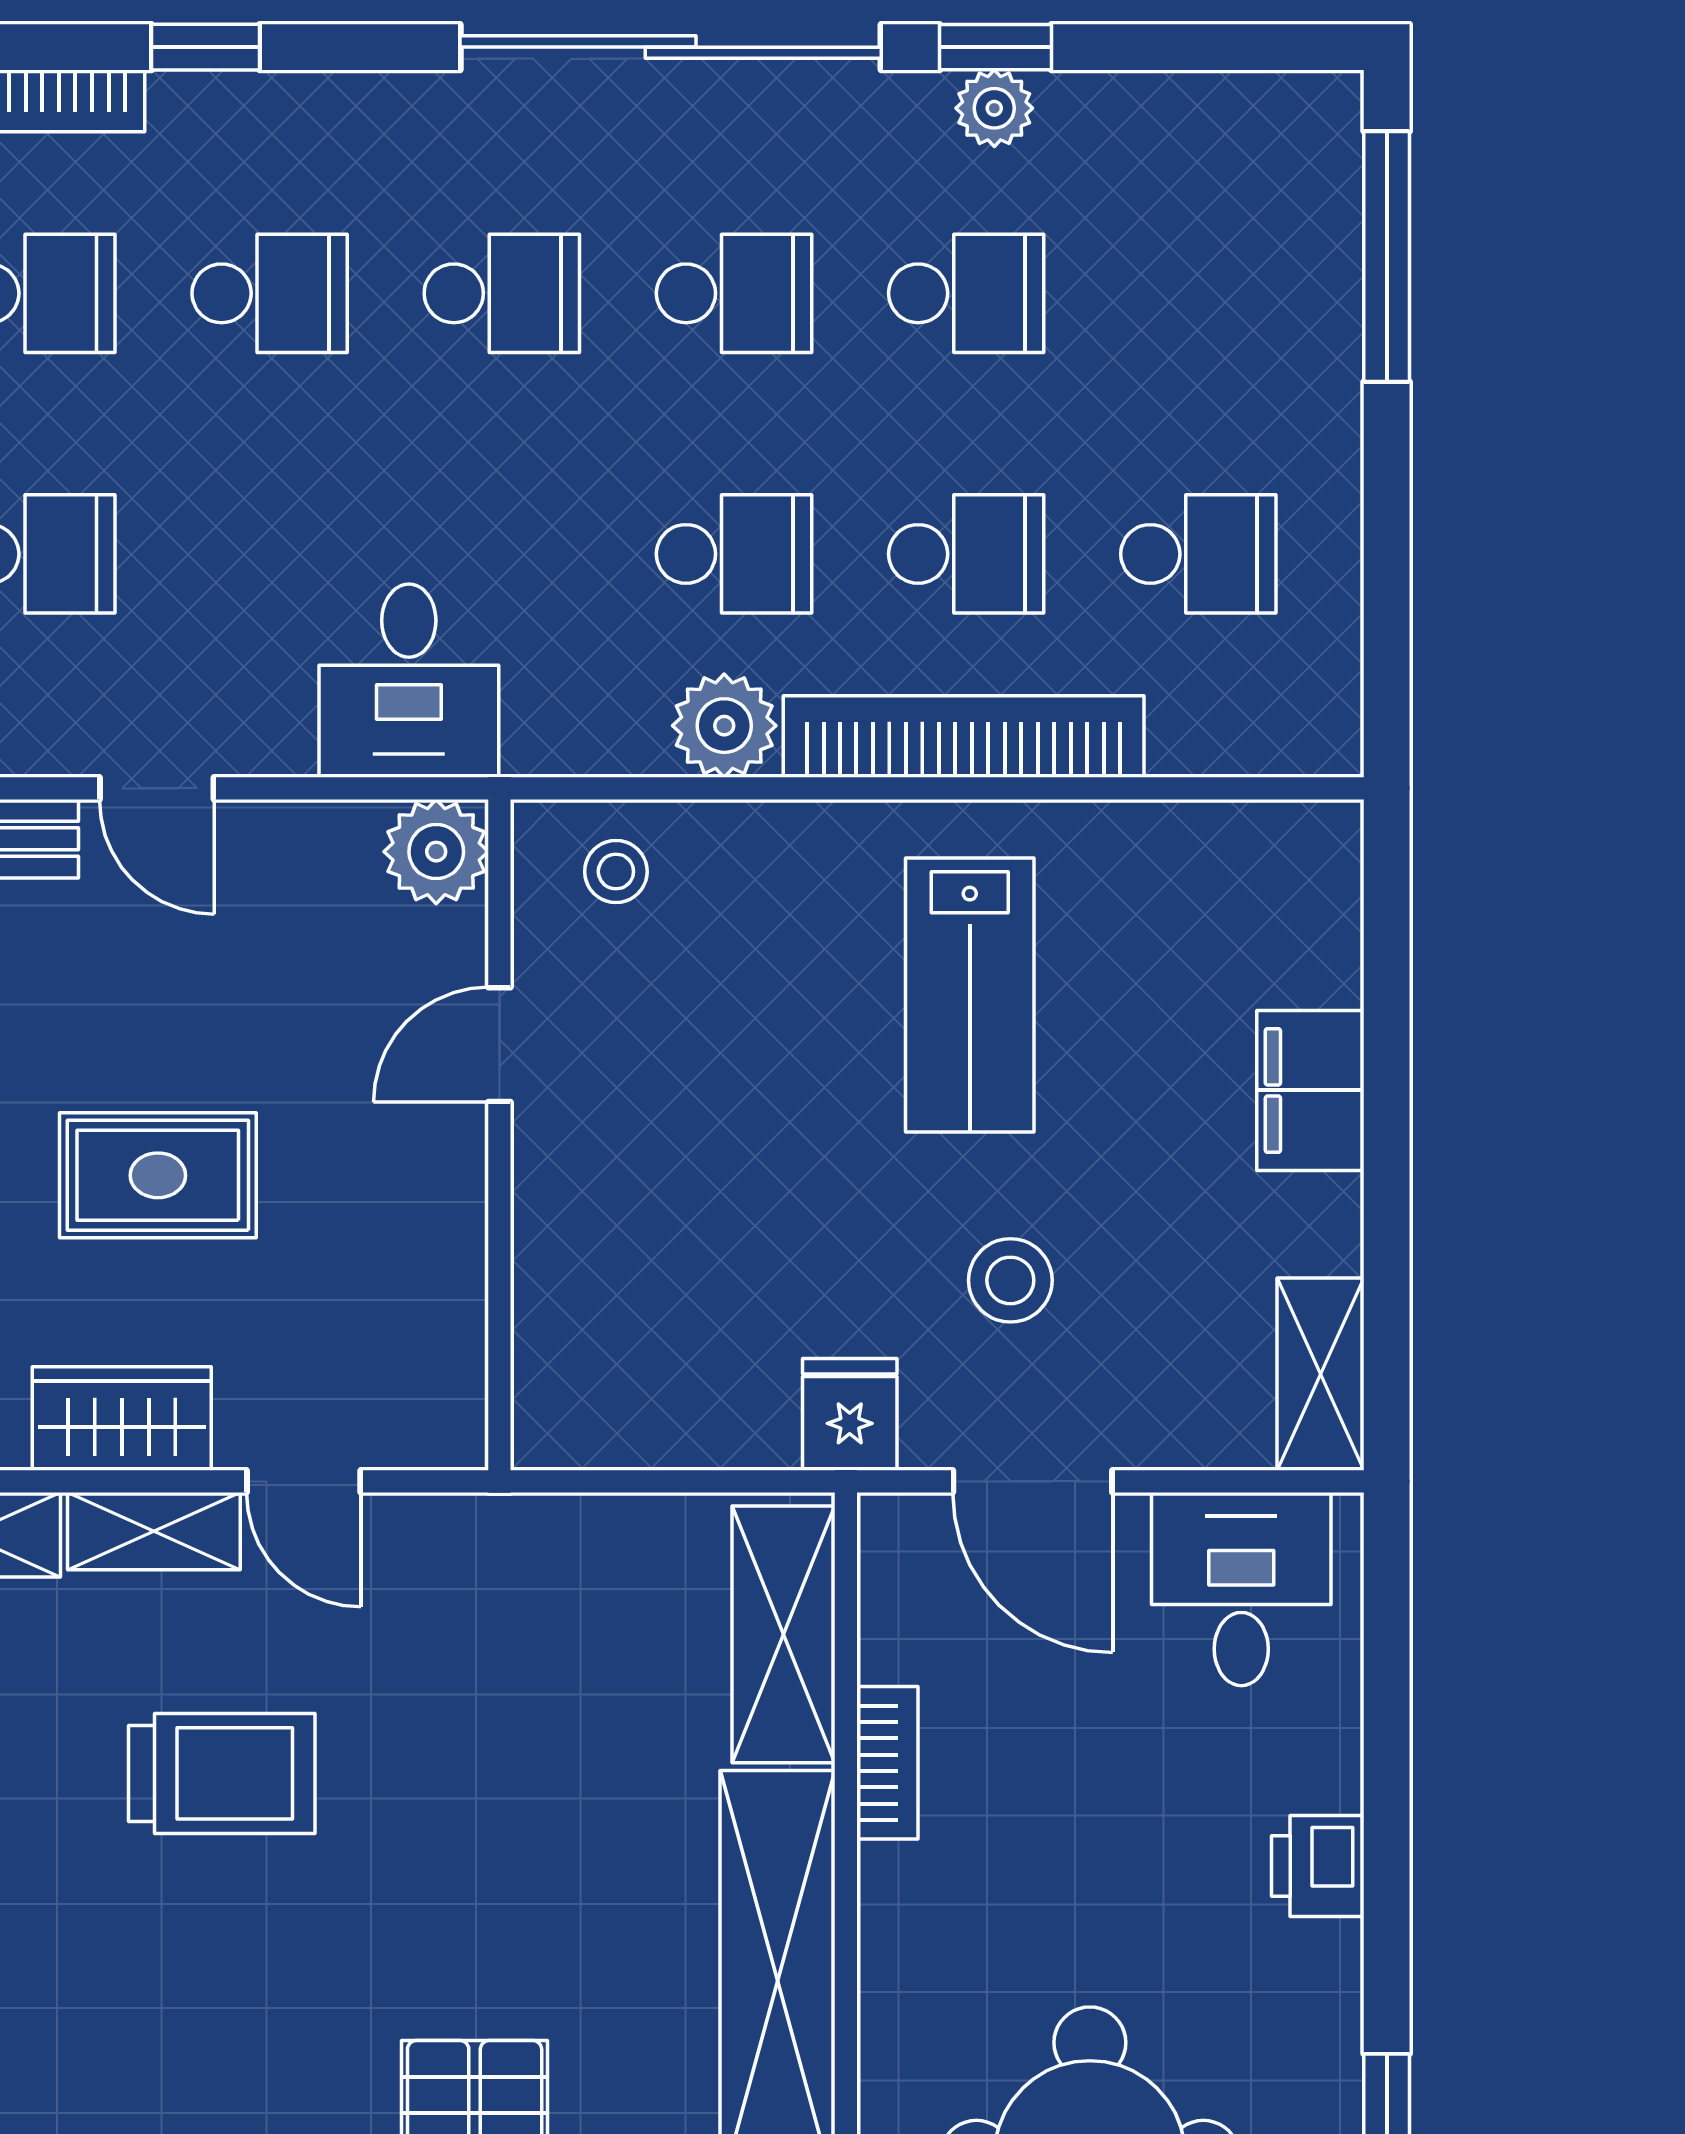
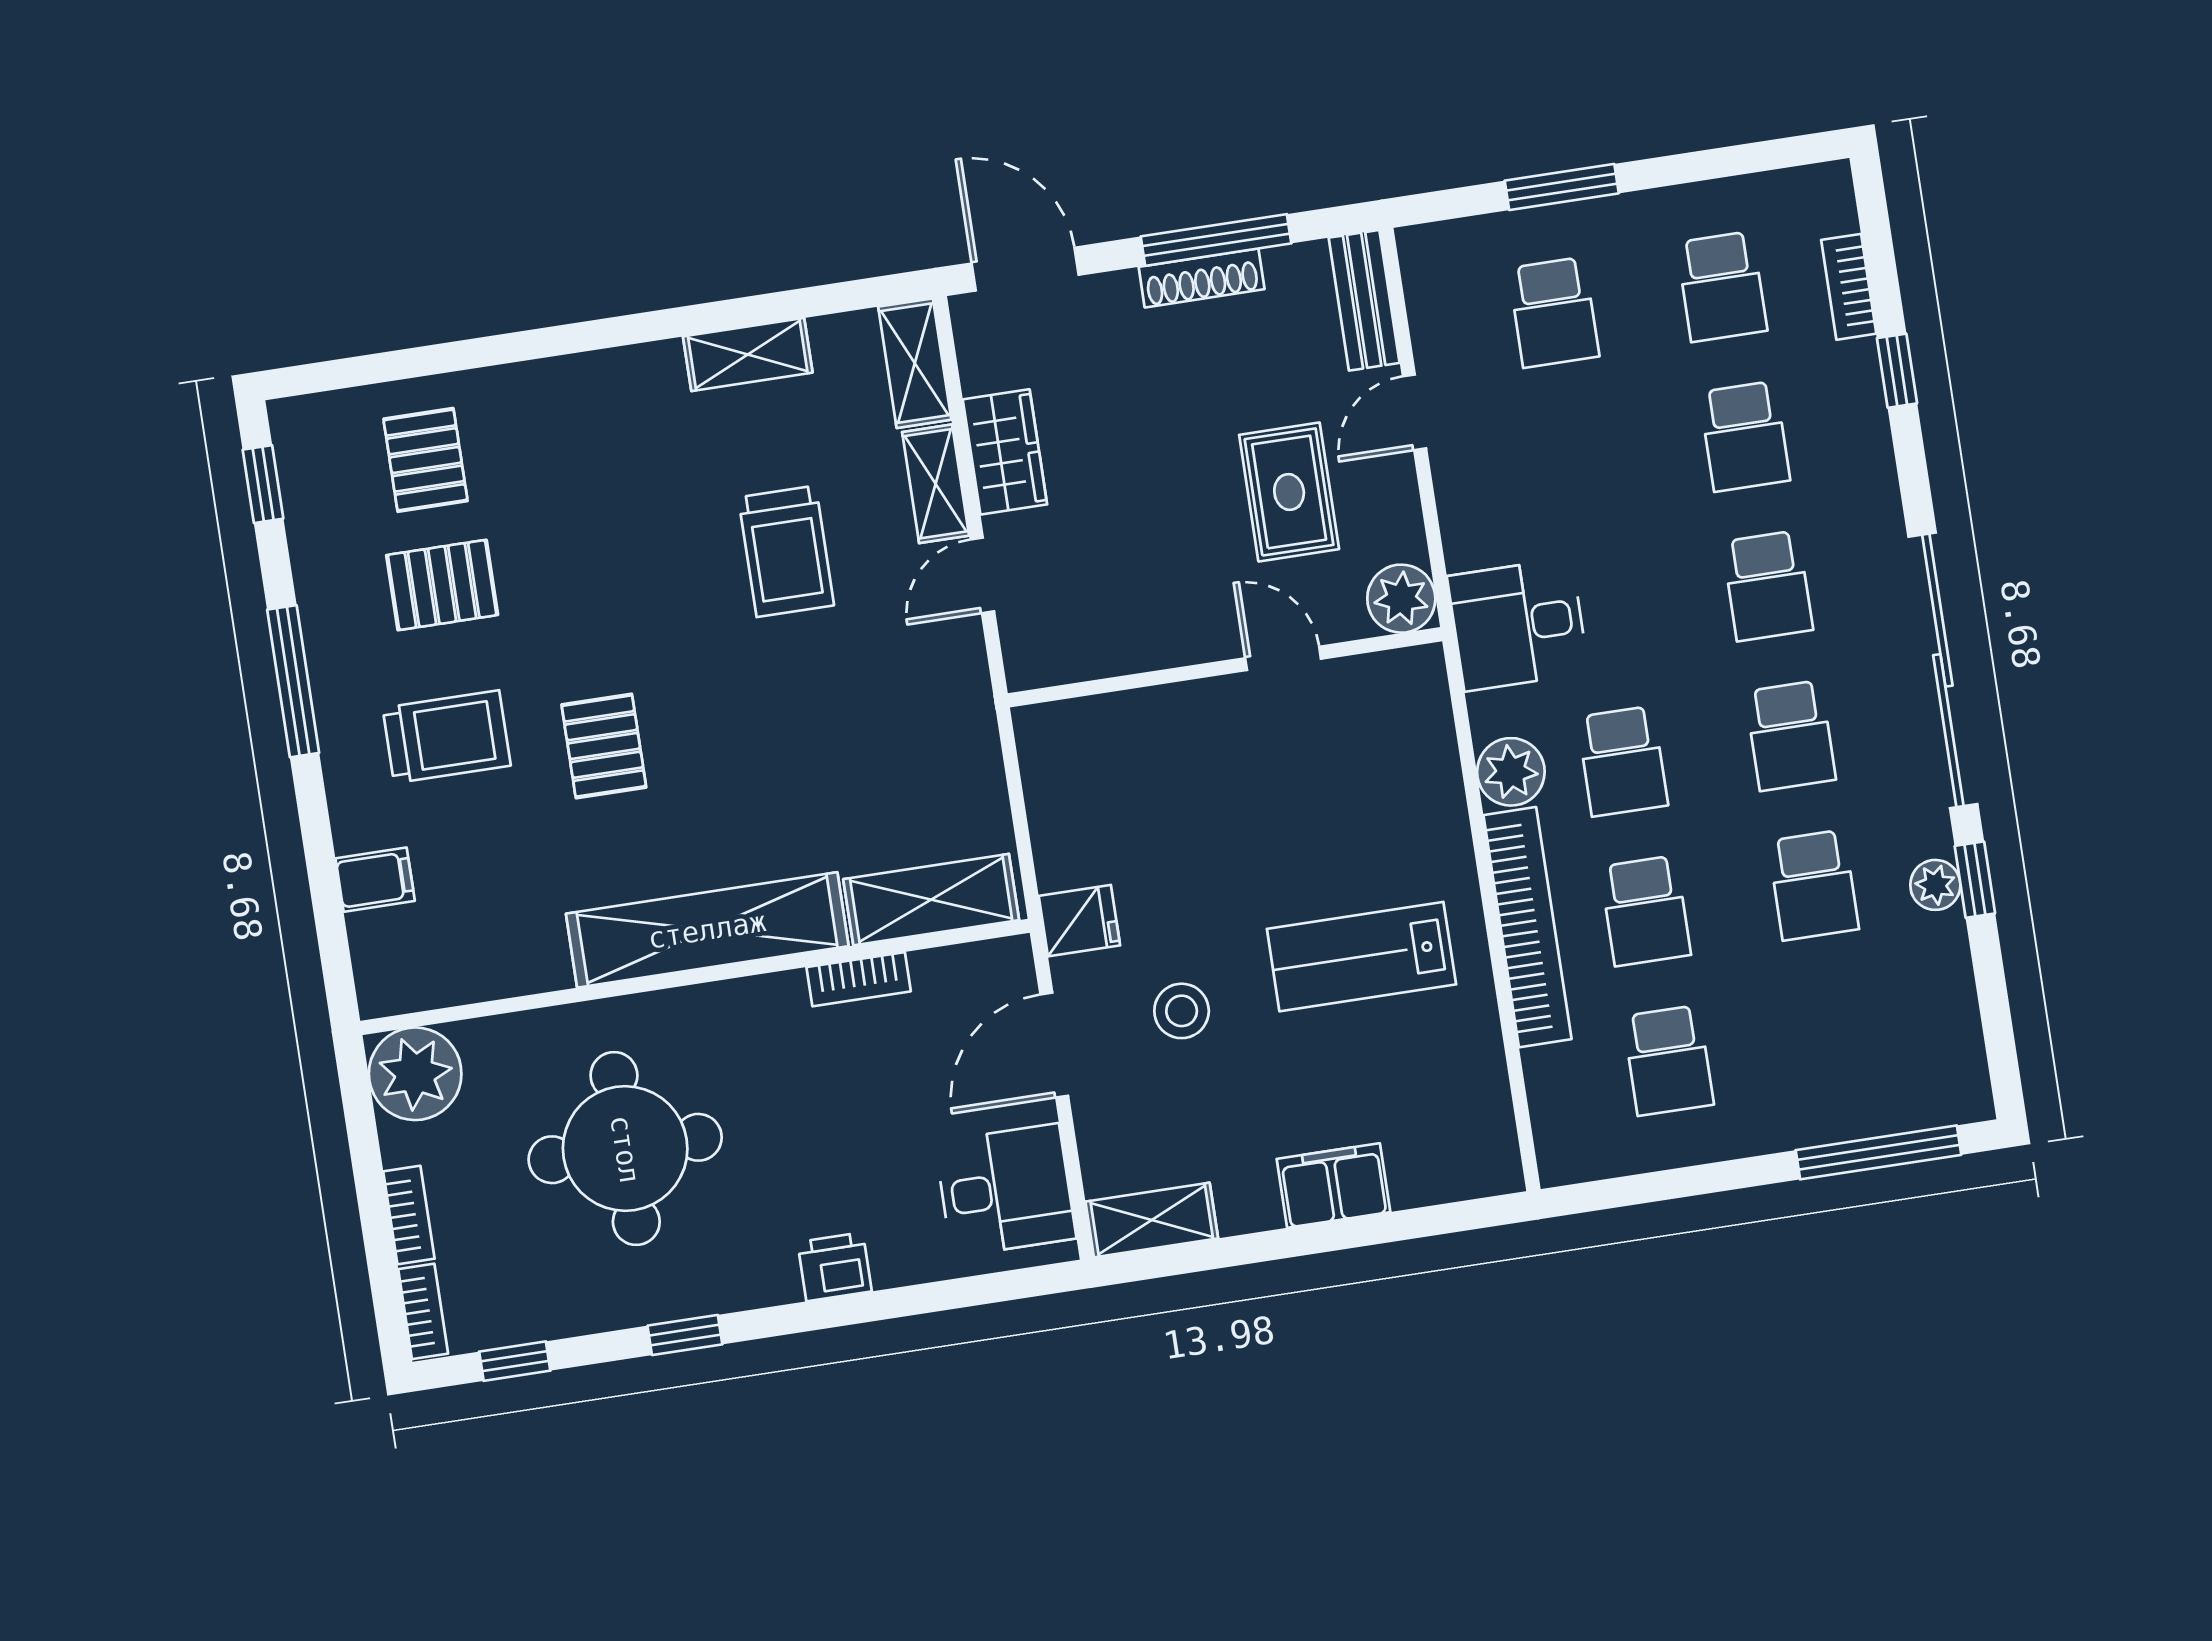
desk: (409, 681) -> (1518, 624), moved
stool: (616, 872) -> (1406, 716), removed
rug: (158, 1175) -> (1289, 492), moved

